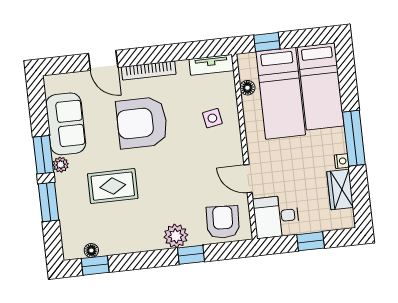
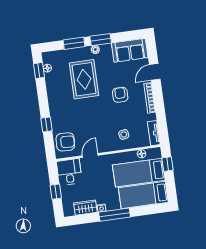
armchair: (142, 123) -> (120, 95), width x0.53, depth x0.53
sofa: (66, 124) -> (130, 50), moved
rug: (113, 186) -> (84, 79), width x1.36, depth x1.43
plant: (176, 236) -> (57, 116), removed

